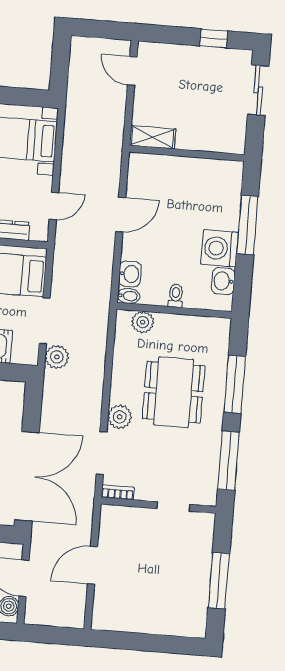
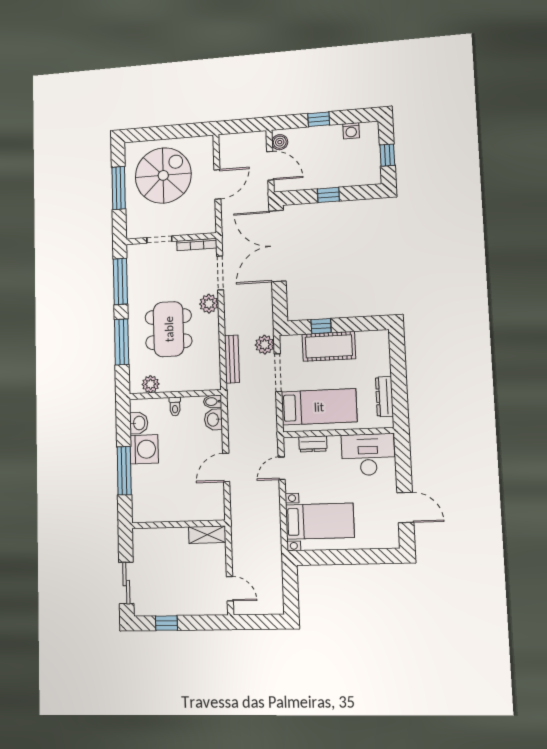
plant: (143, 322) -> (151, 384), moved
bench: (99, 345) -> (232, 359), added
bookcase: (118, 492) -> (197, 244), width x1.56
spiral stairs: (160, 588) -> (163, 175), added

